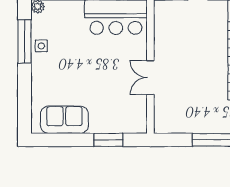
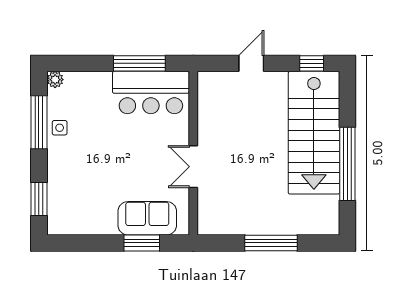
window: (25, 104) -> (39, 199), added
sofa: (64, 120) -> (147, 218), moved

